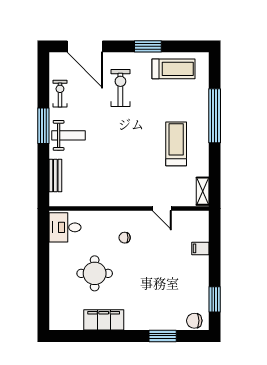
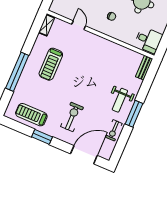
door: (85, 46) -> (84, 155), hinge flipped
exercise bike: (120, 88) -> (72, 117), turned 180
weight bench: (68, 135) -> (120, 100), turned -90
bench: (55, 176) -> (144, 68), moved

